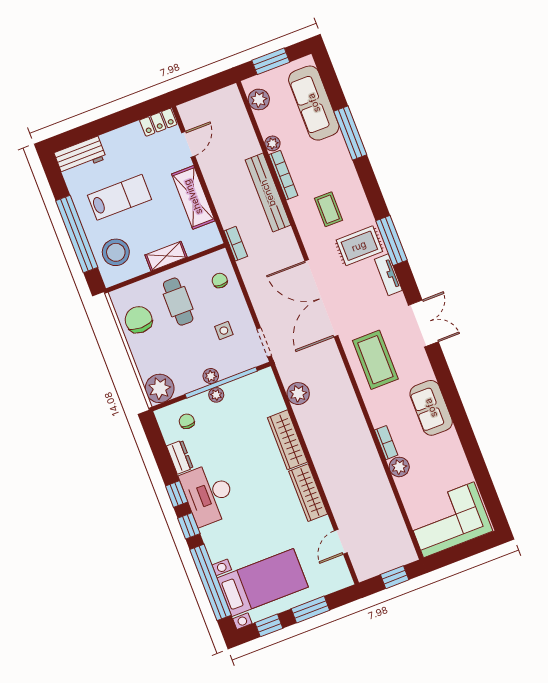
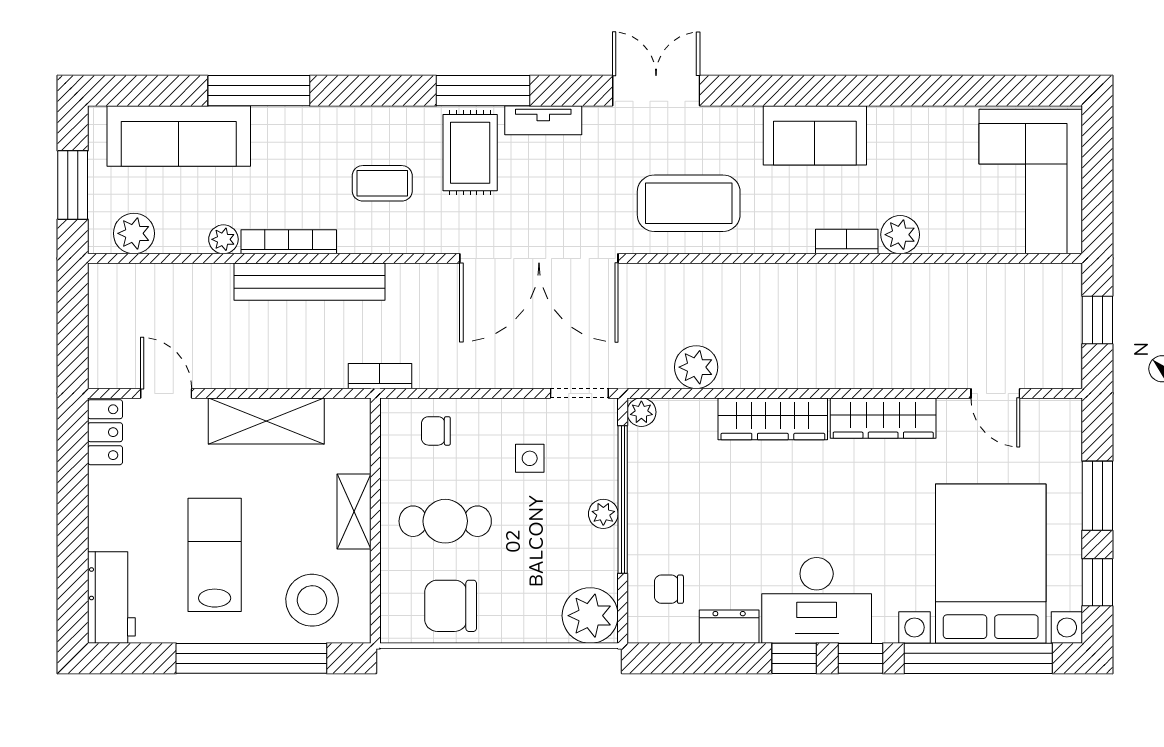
plant: (216, 395) -> (641, 412), moved
bed with nightstands: (263, 583) -> (991, 564), width x1.36

